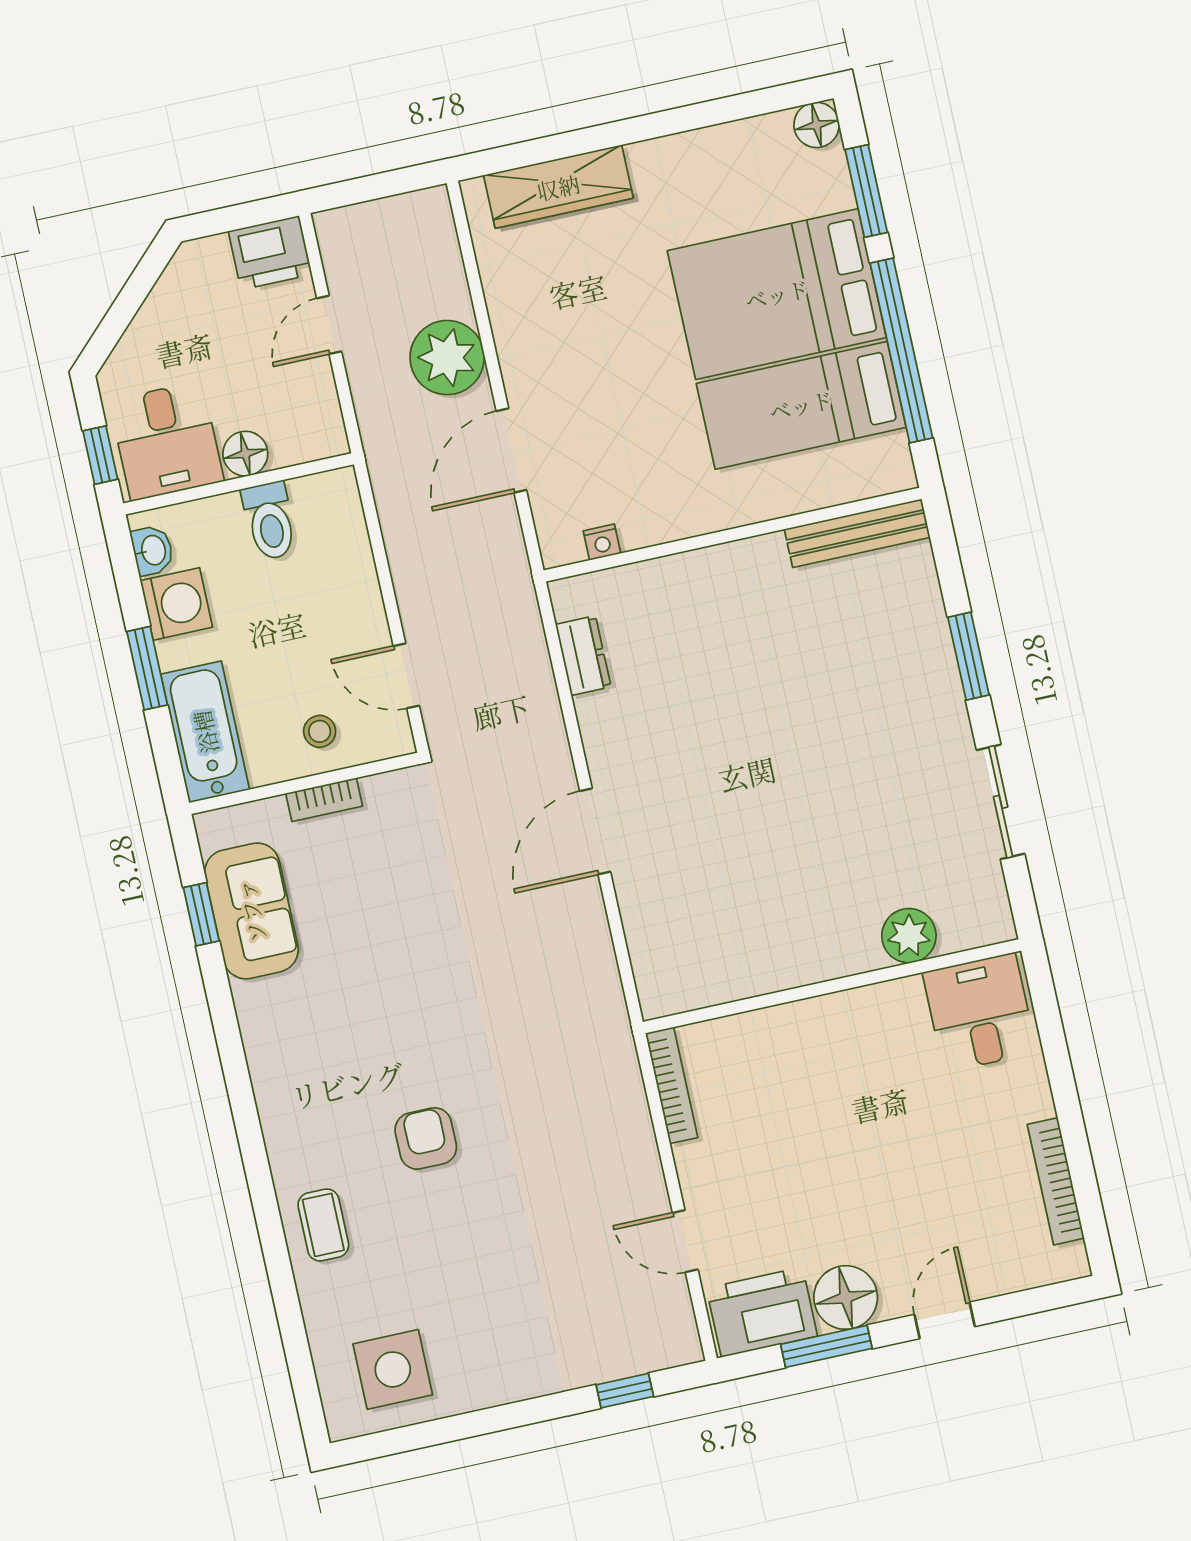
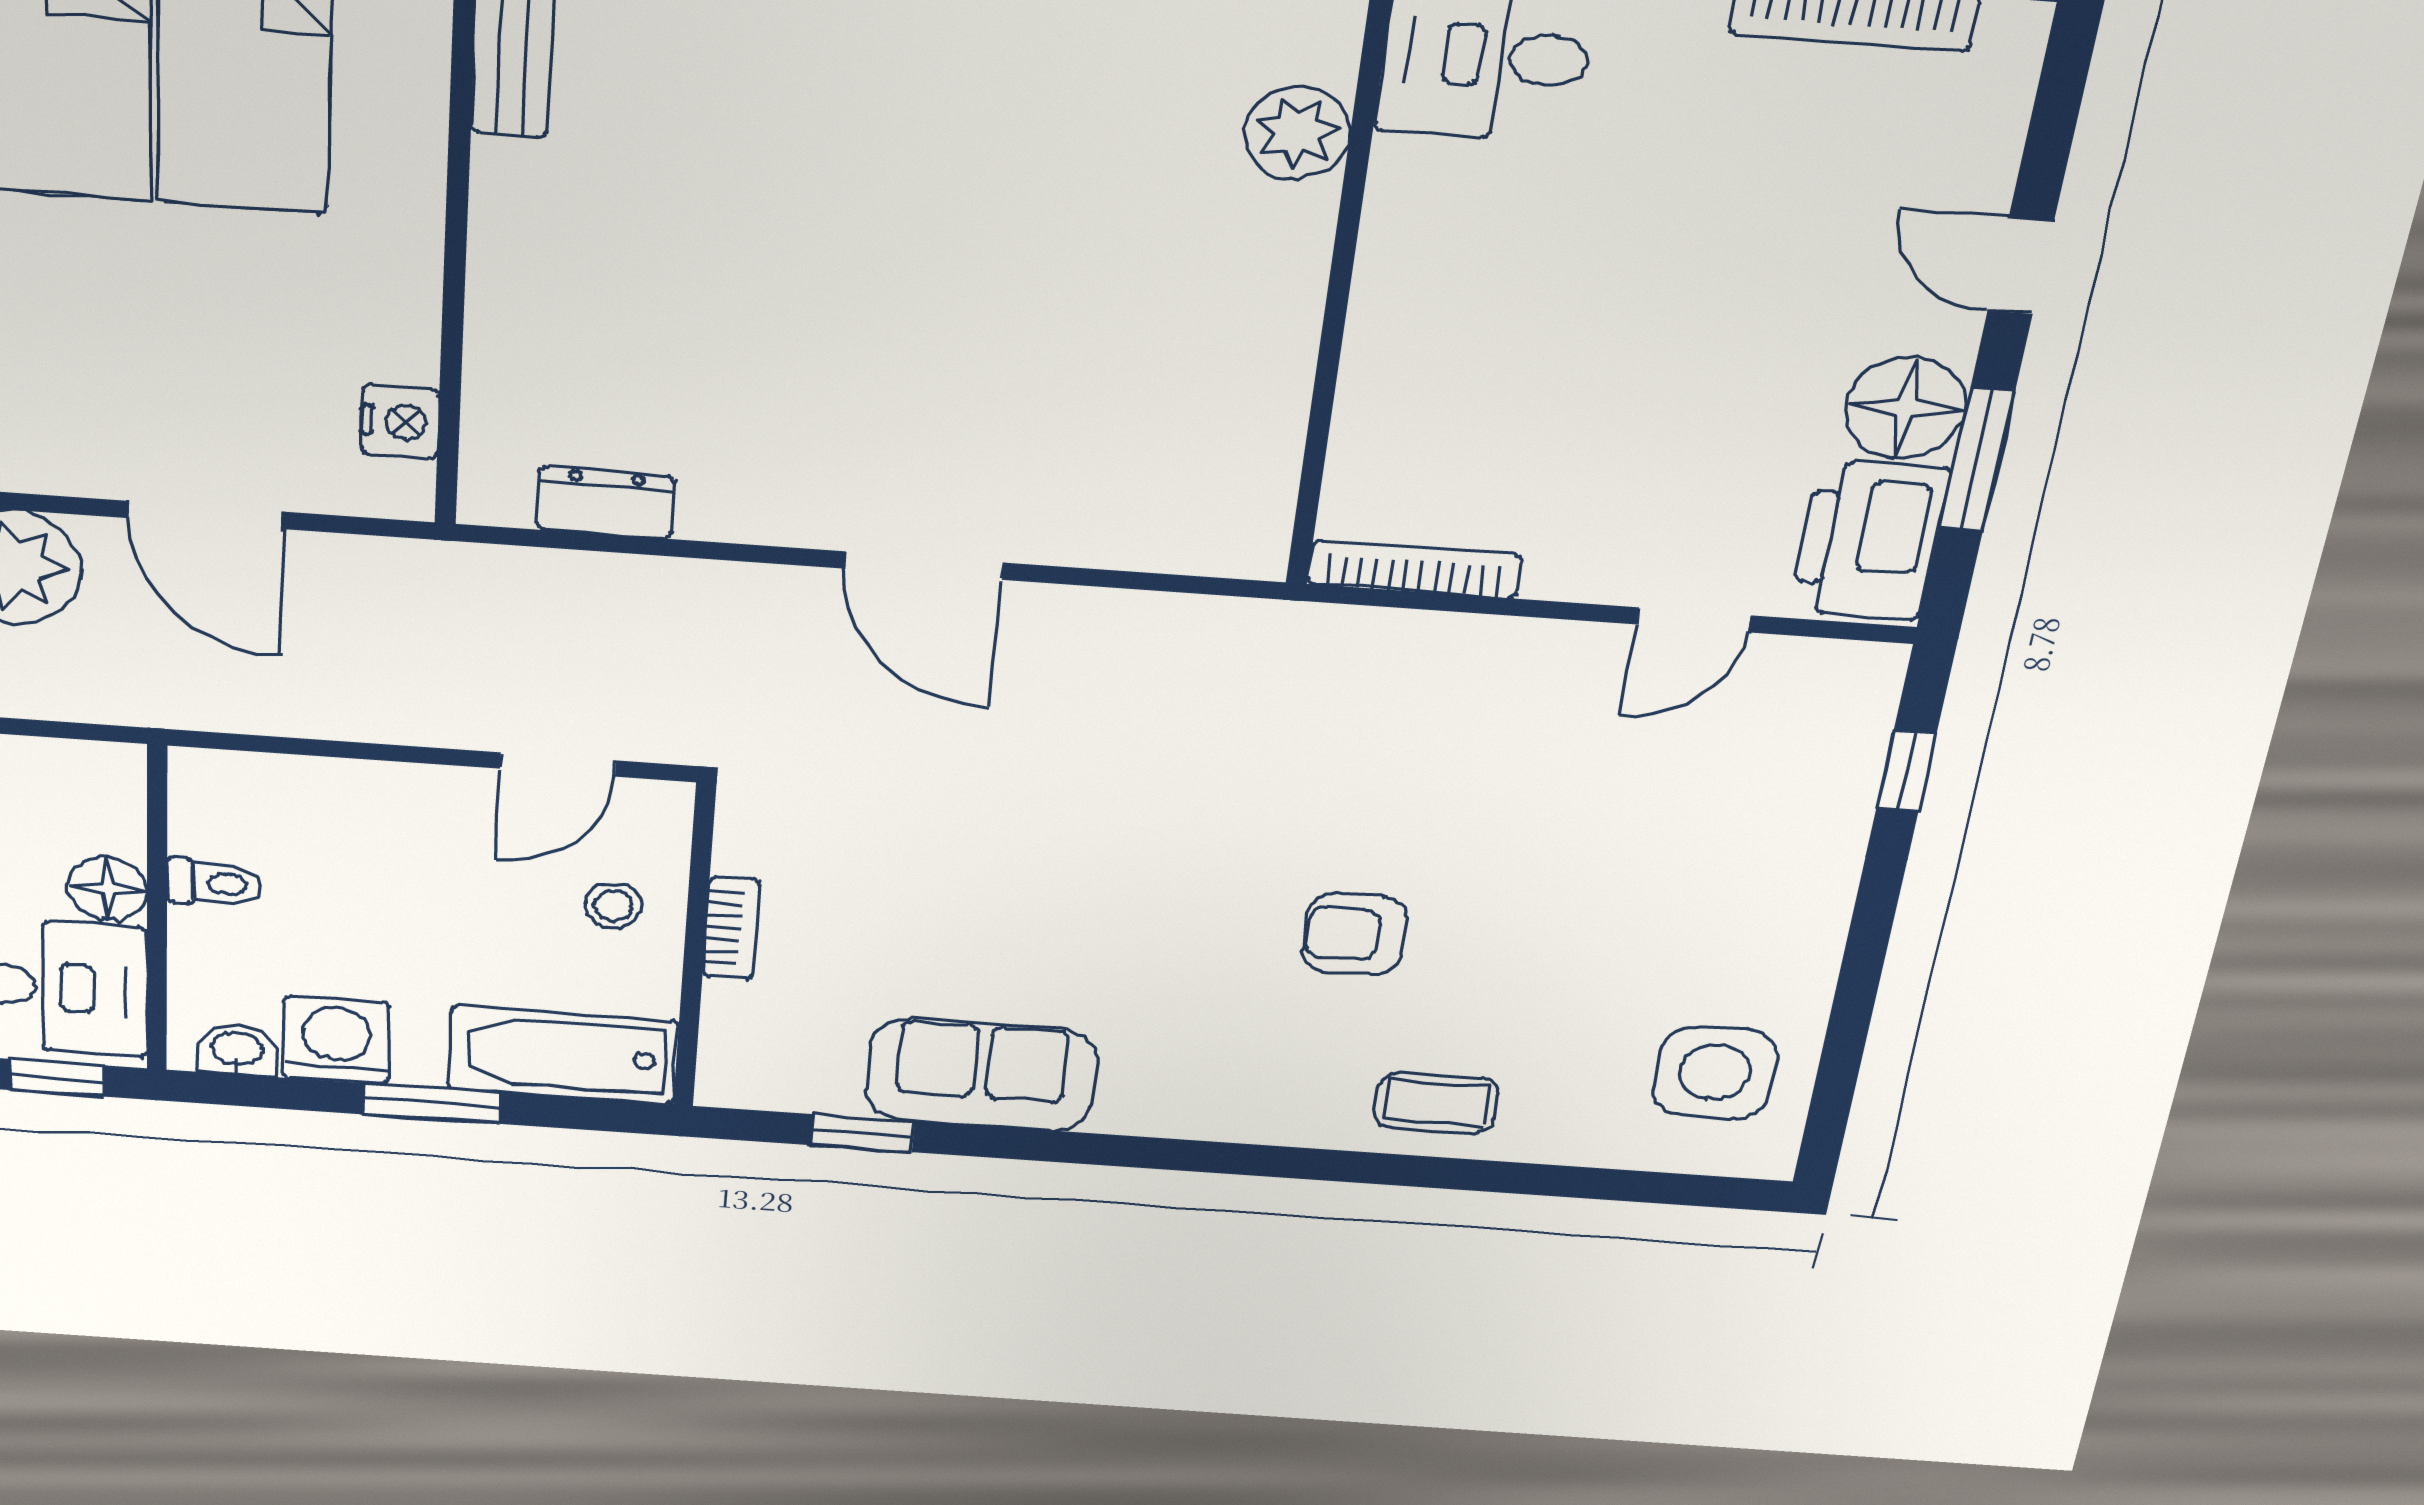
toilet: (270, 521) -> (214, 883), width x0.73, depth x0.72
nightstand: (602, 542) -> (400, 422), width x1.39, depth x1.35
sofa: (251, 911) -> (981, 1075), moved

